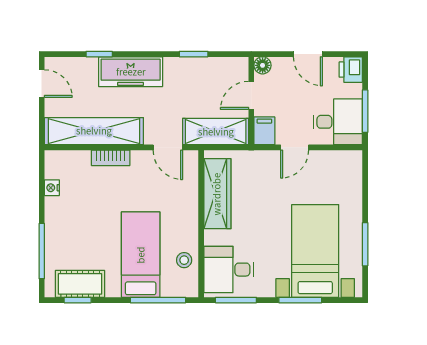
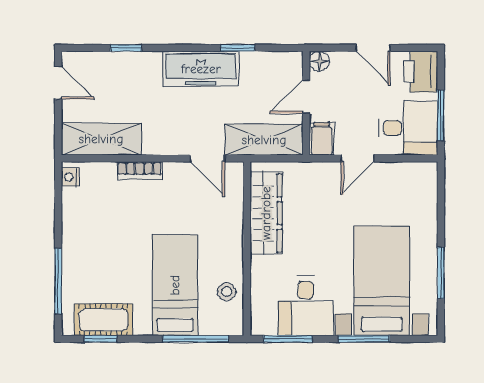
printer: (351, 70) -> (421, 72), width x1.36, depth x1.24
freezer: (131, 72) -> (201, 69), moved
shelving: (94, 131) -> (101, 139), width x0.68
nightstand: (52, 188) -> (70, 177), moved
desk: (229, 270) -> (306, 306), moved, turned -90

